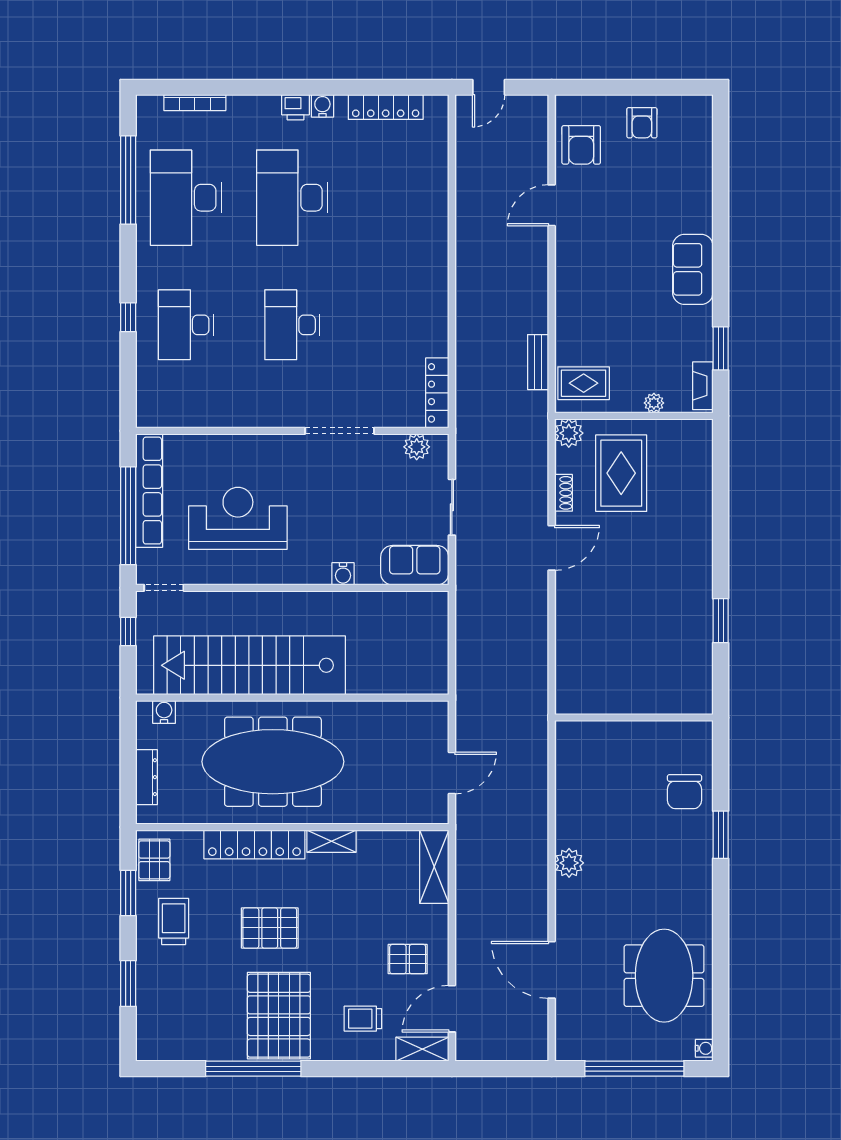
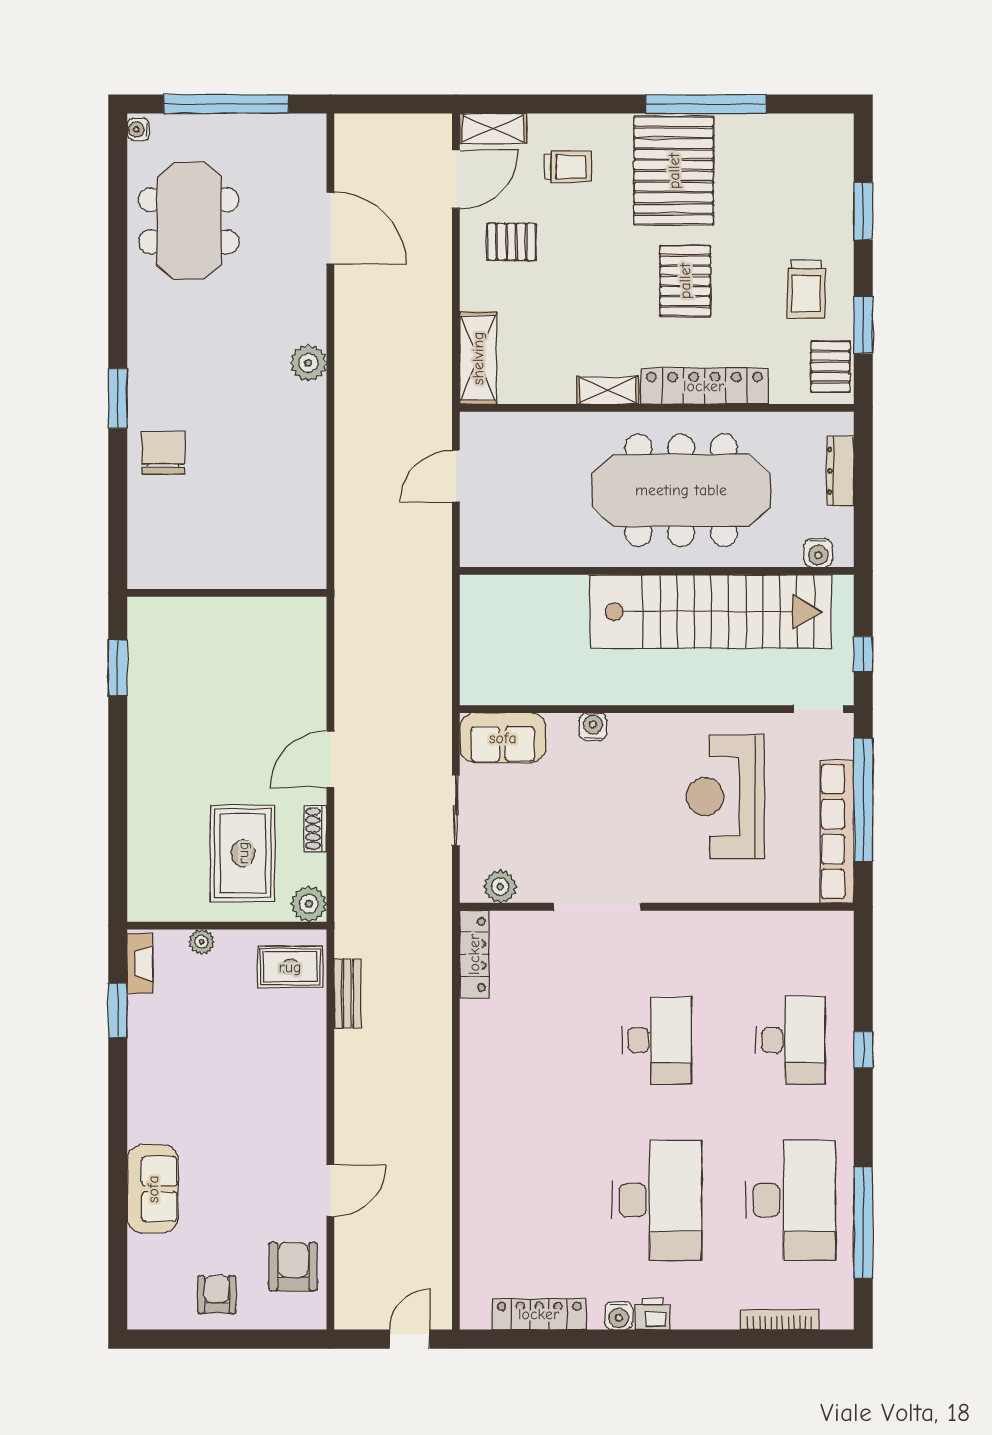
sofa: (693, 269) -> (153, 1189), moved
reception desk: (238, 518) -> (725, 797), turned 90
wall: (634, 718) -> (227, 593), moved
pallet: (270, 928) -> (685, 281), turned 90

